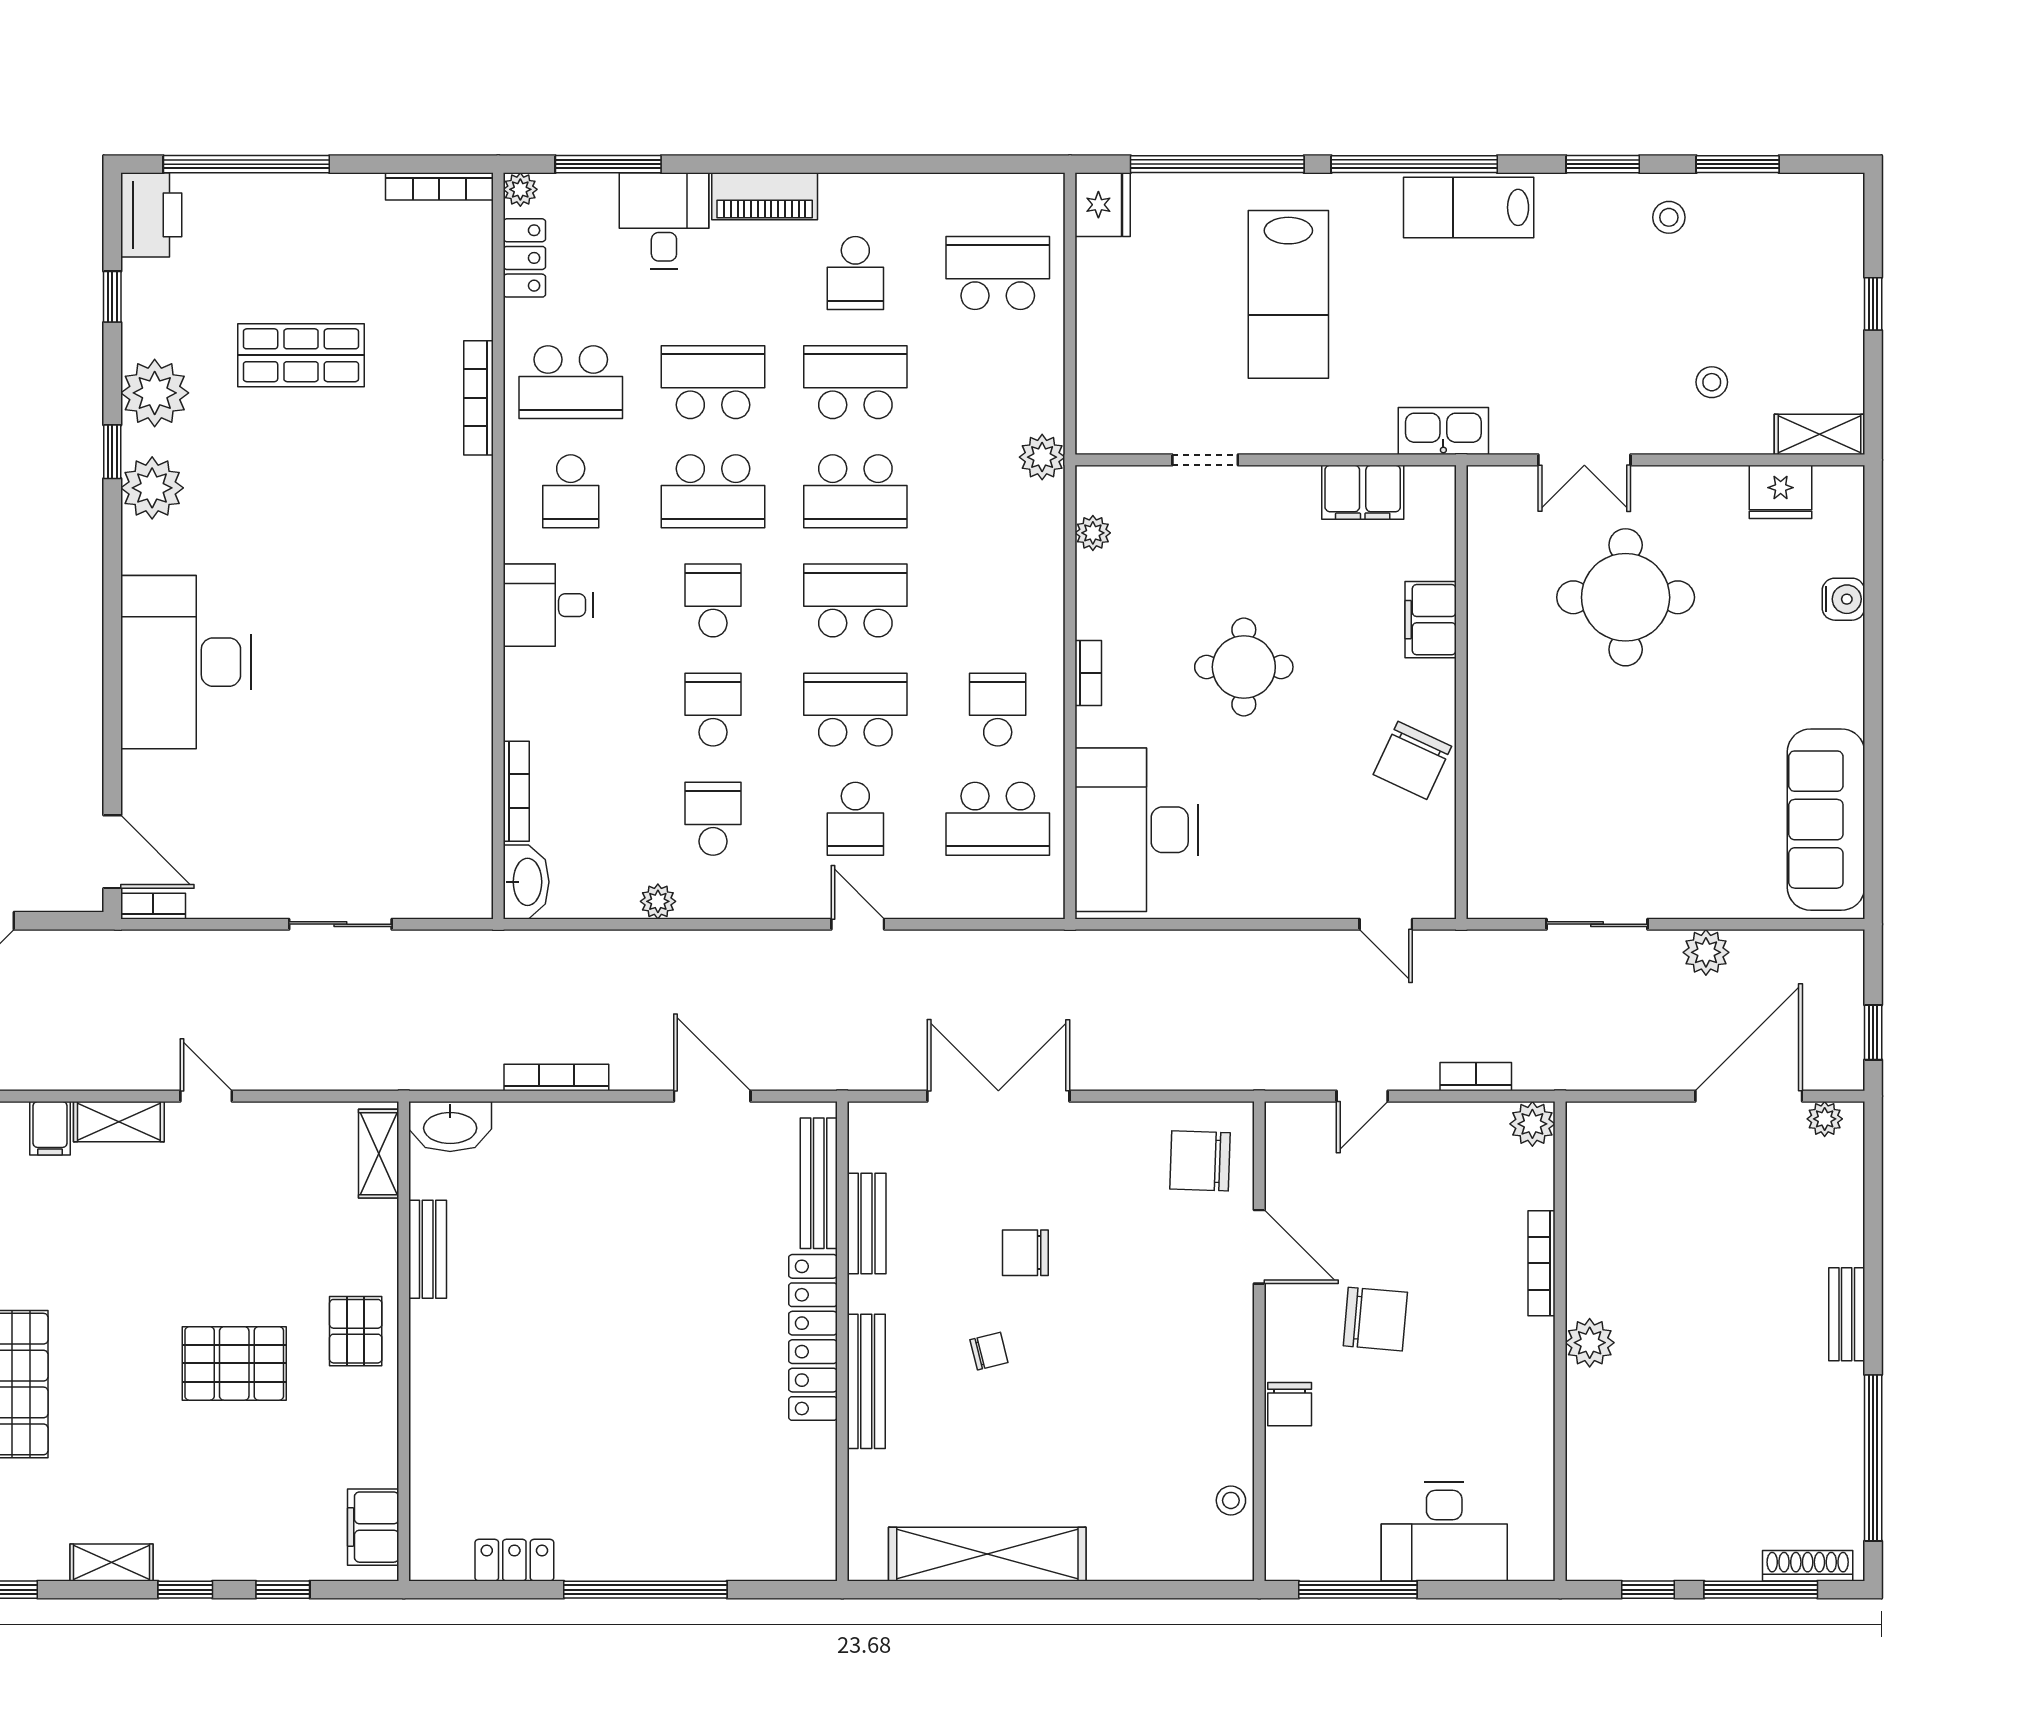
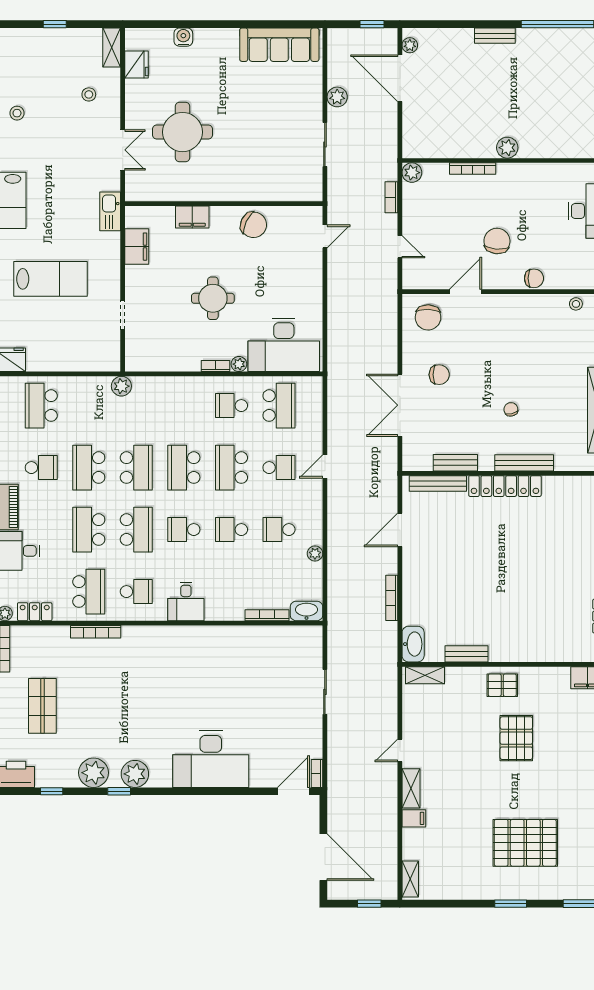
shop shelf: (301, 355) -> (42, 706), moved
plant: (1093, 533) -> (239, 364), moved
chair: (1025, 1253) -> (439, 375), moved, turned -90

